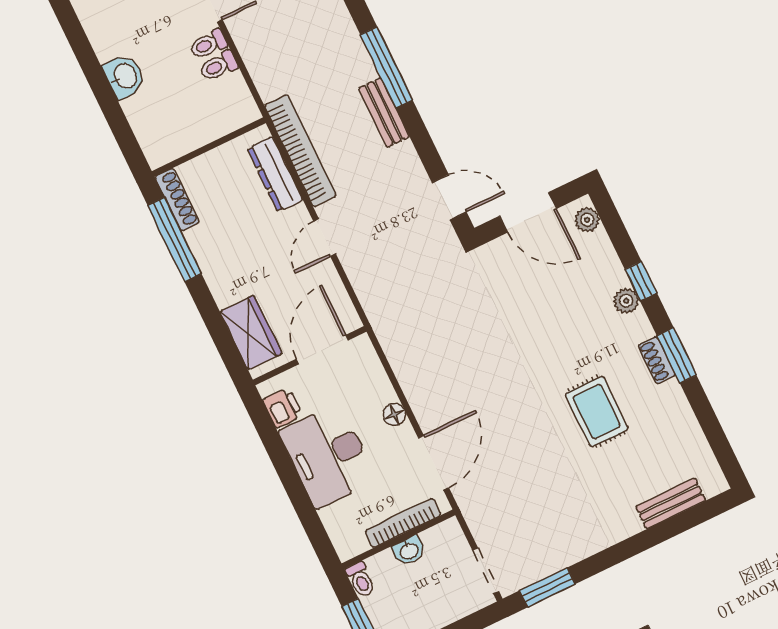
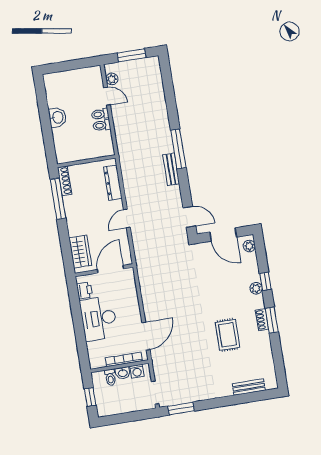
bookcase: (300, 151) -> (128, 175), removed
floor lamp: (394, 414) -> (135, 309), removed
washing machine: (436, 539) -> (137, 371), added
toilet: (361, 580) -> (110, 377), moved

